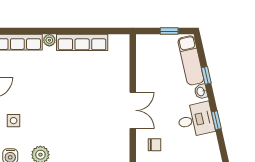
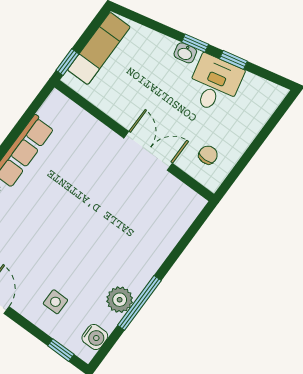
window: (169, 31) -> (67, 62), moved
exam couch: (191, 60) -> (99, 48), moved, turned -77
window: (206, 75) -> (195, 43), moved

